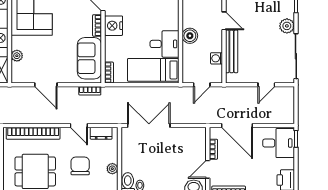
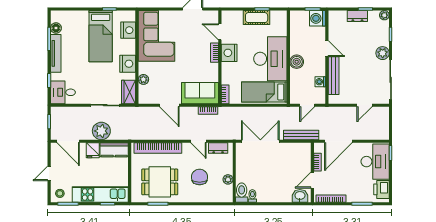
desk: (165, 44) -> (270, 59), width x1.87, depth x1.30
sofa: (89, 58) -> (200, 93), moved, turned 90
bench: (195, 118) -> (301, 135), added
door: (237, 126) -> (338, 141), hinge flipped
desk: (279, 143) -> (375, 162), width x1.37

